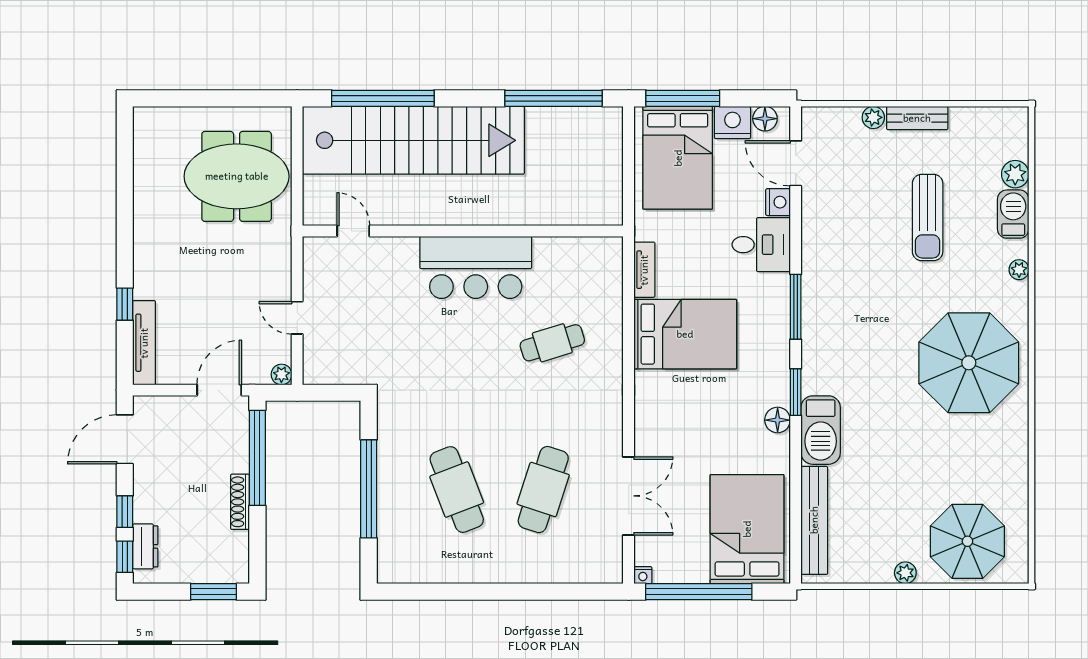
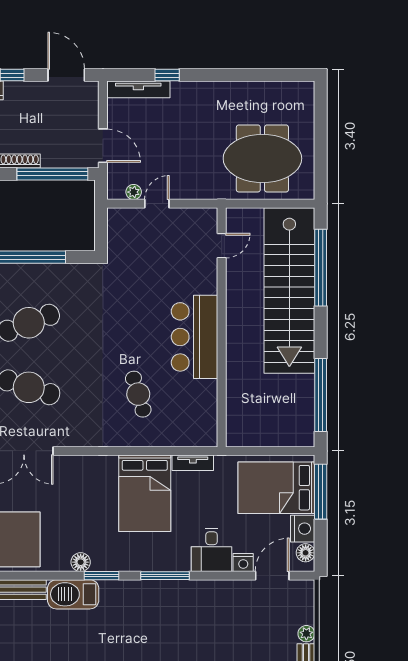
meeting table: (237, 176) -> (262, 158), turned 90
plant: (281, 374) -> (134, 192), moved

